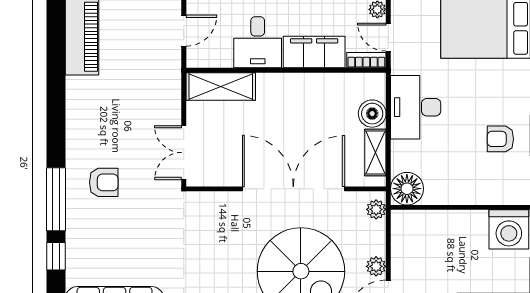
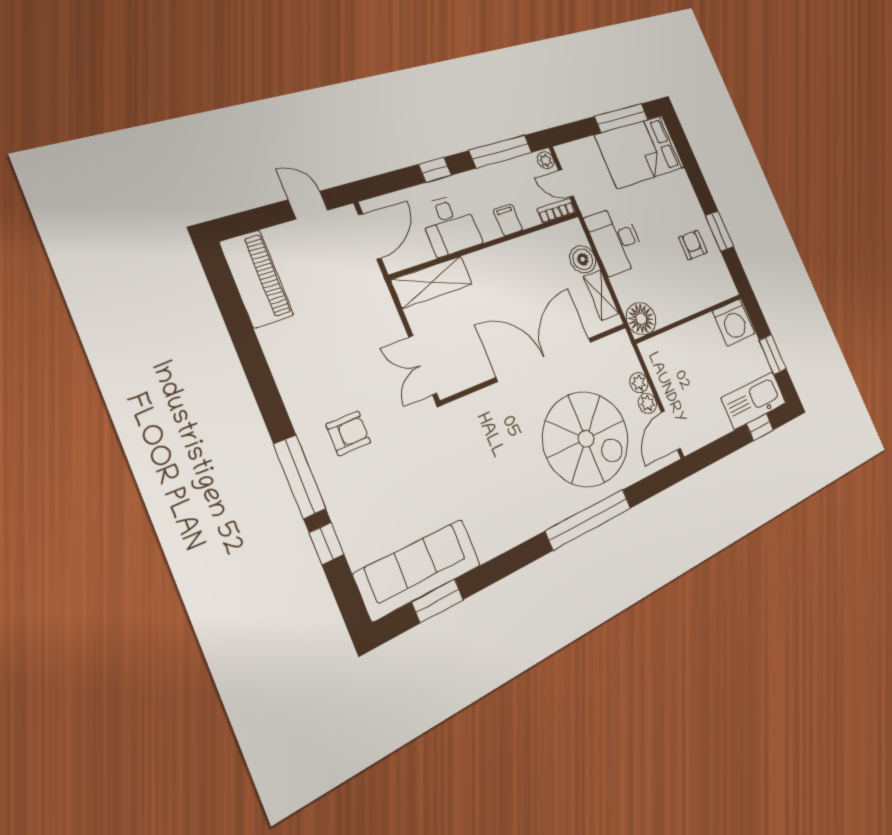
door: (184, 31) -> (370, 236), width x1.38
filing cabinet: (314, 52) -> (508, 220), width x0.33, depth x0.86
armchair: (500, 139) -> (693, 245), turned 90
plant: (376, 209) -> (639, 383), moved

